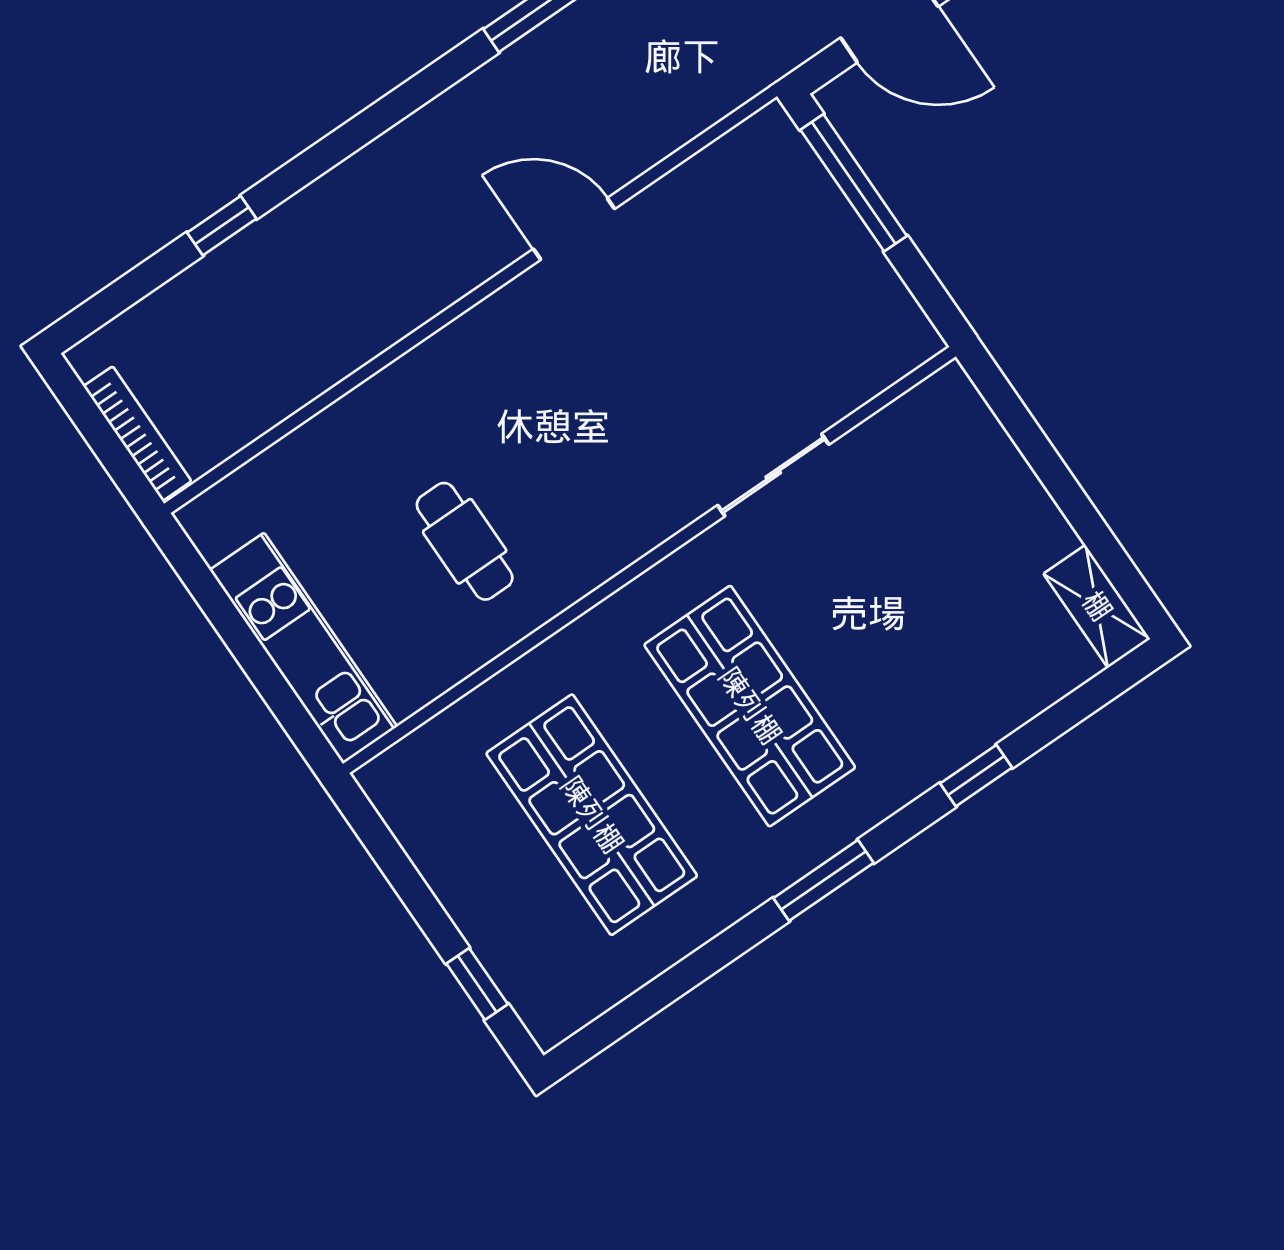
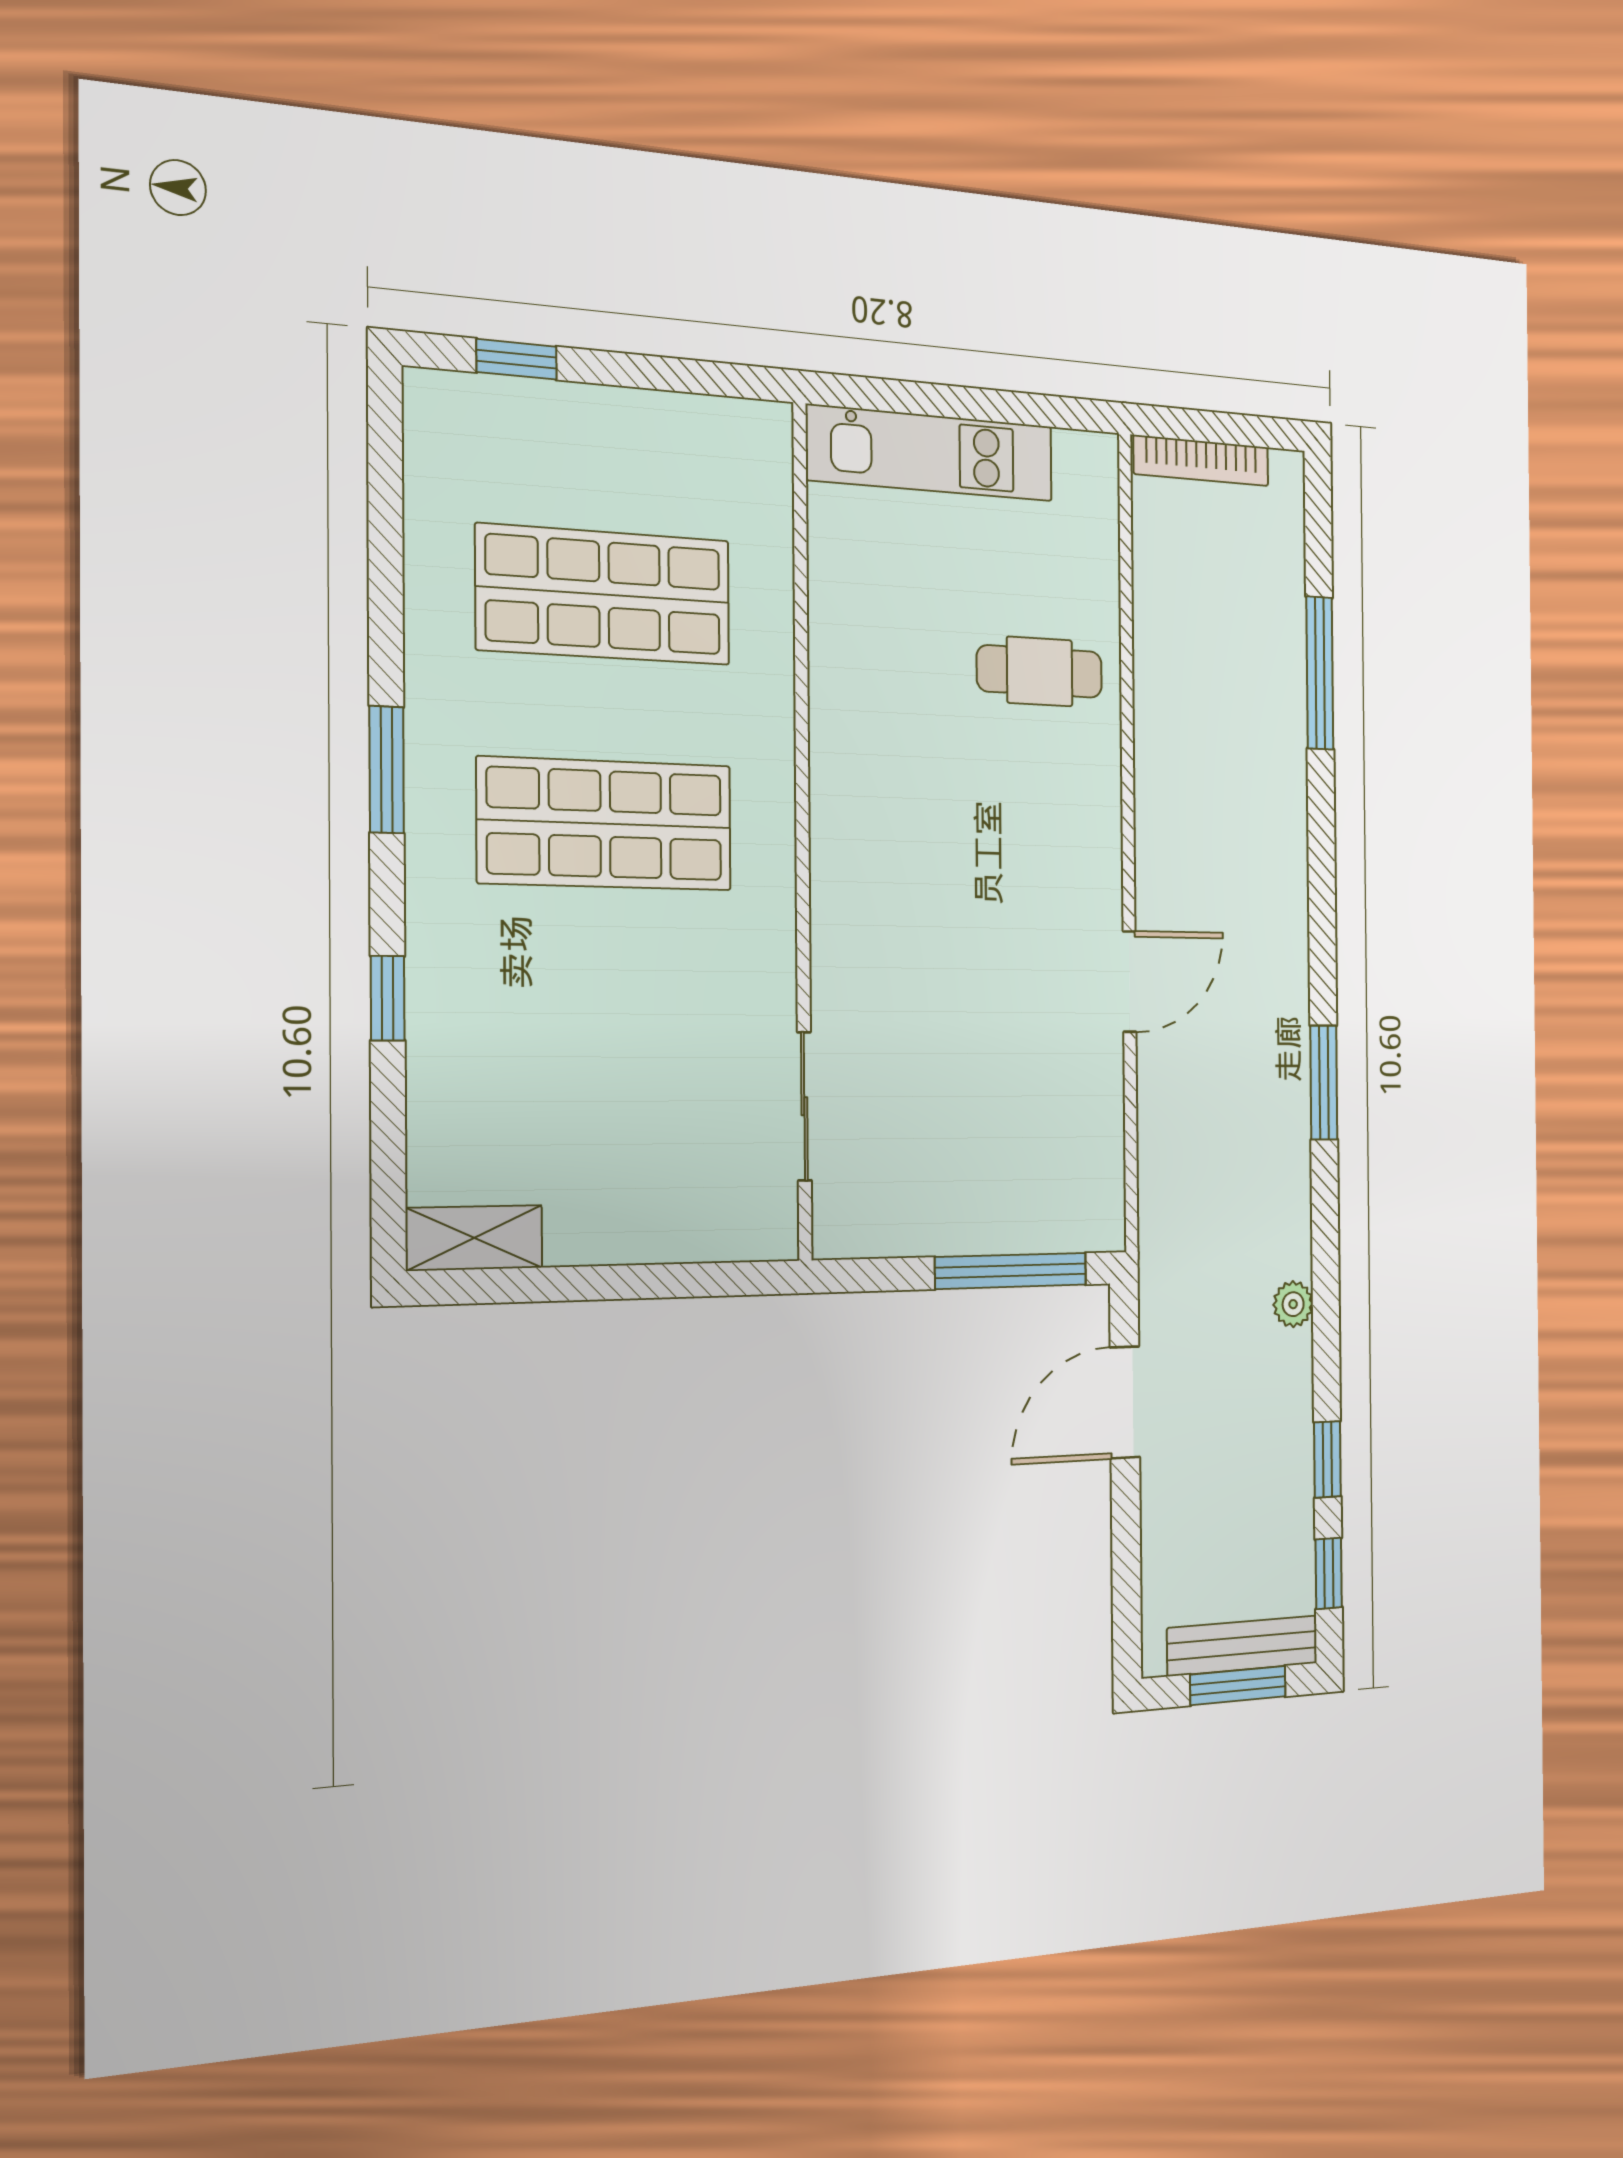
window: (222, 226) -> (1320, 673), width x2.17
sliding door: (773, 475) -> (804, 1106), moved
cafe table: (465, 541) -> (1040, 671), moved

